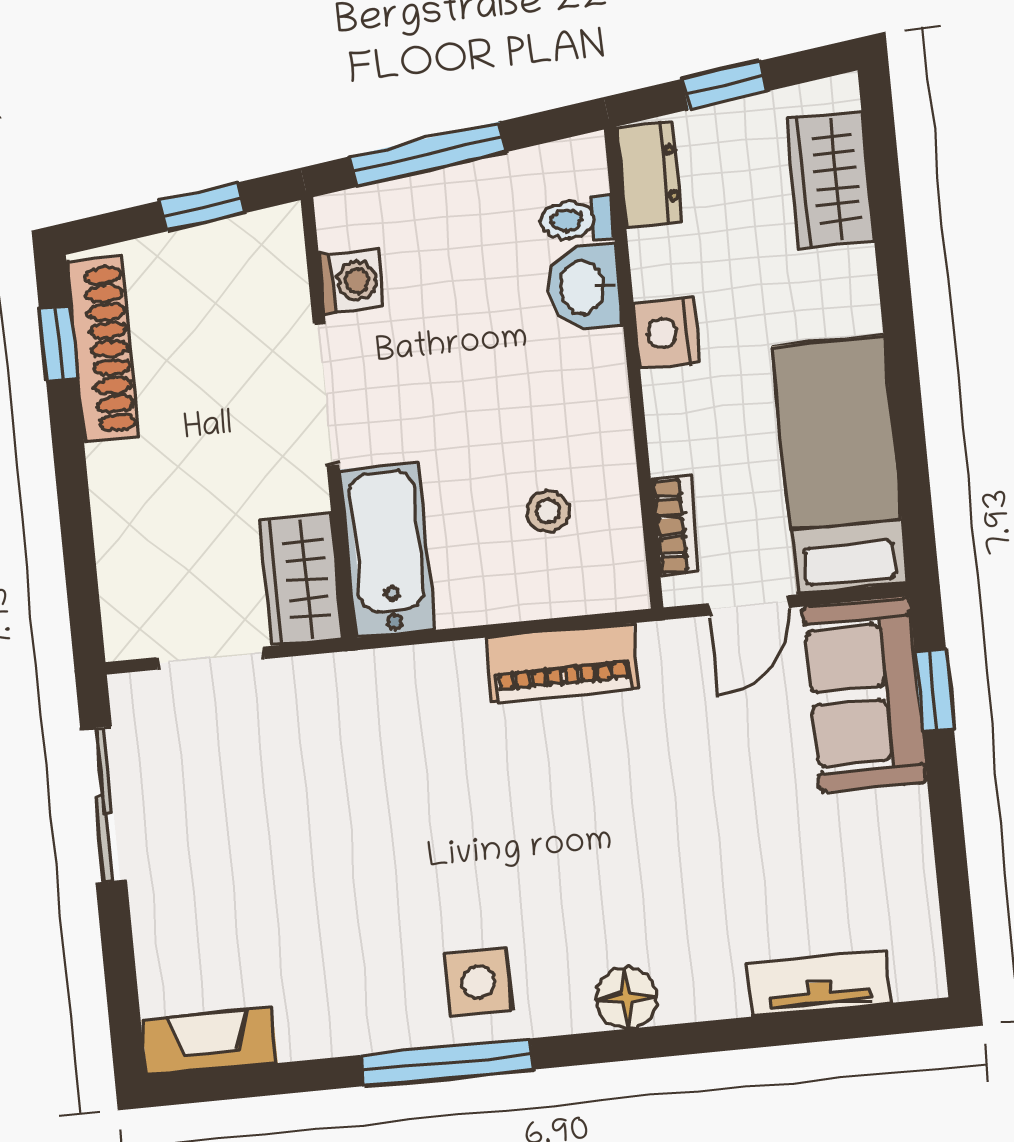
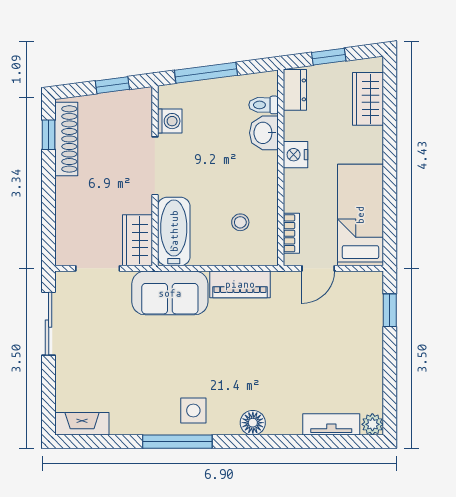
sofa: (865, 694) -> (170, 293), moved, turned -90
plant: (919, 973) -> (372, 424), added

